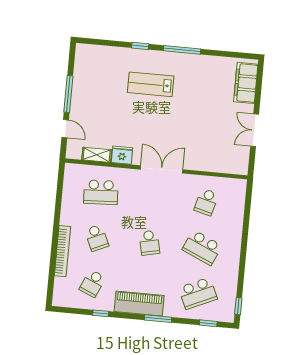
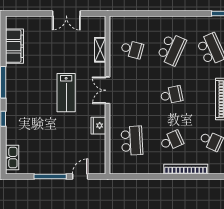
kitchen sink: (94, 52) -> (12, 158), added
filing cabinet: (246, 83) -> (14, 46), moved, turned -90
lab bench: (151, 84) -> (66, 93), moved
shelving: (97, 155) -> (100, 50), moved
double door: (162, 169) -> (108, 90), width x0.73

